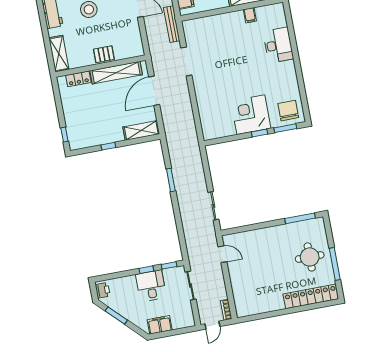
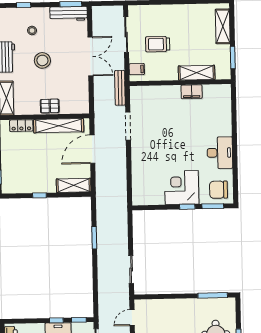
filing cabinet: (250, 15) -> (192, 92), width x2.00
desk: (278, 45) -> (220, 153), moved
chair: (288, 111) -> (218, 190), turned -90
door: (222, 254) -> (132, 318), swing flipped

